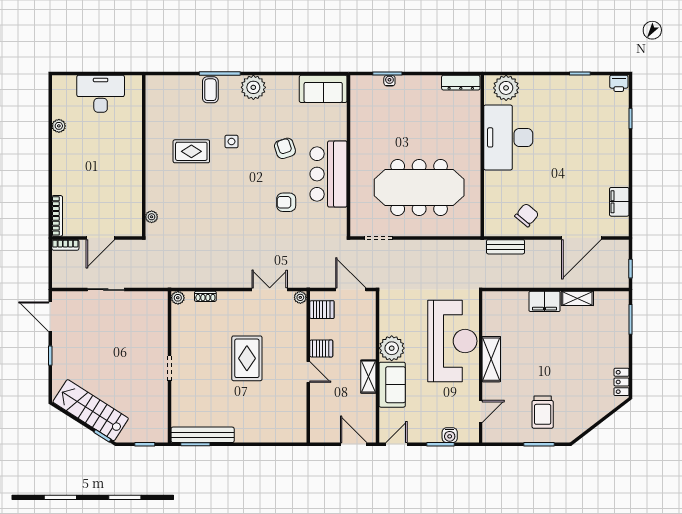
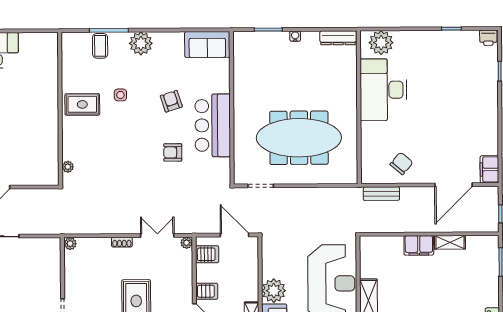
water cooler: (389, 81) -> (295, 36), moved
wall: (144, 156) -> (60, 109), moved
filing cabinet: (619, 202) -> (489, 169), moved
plant: (152, 217) -> (68, 167), moved
shoe rack: (205, 296) -> (122, 242), moved

